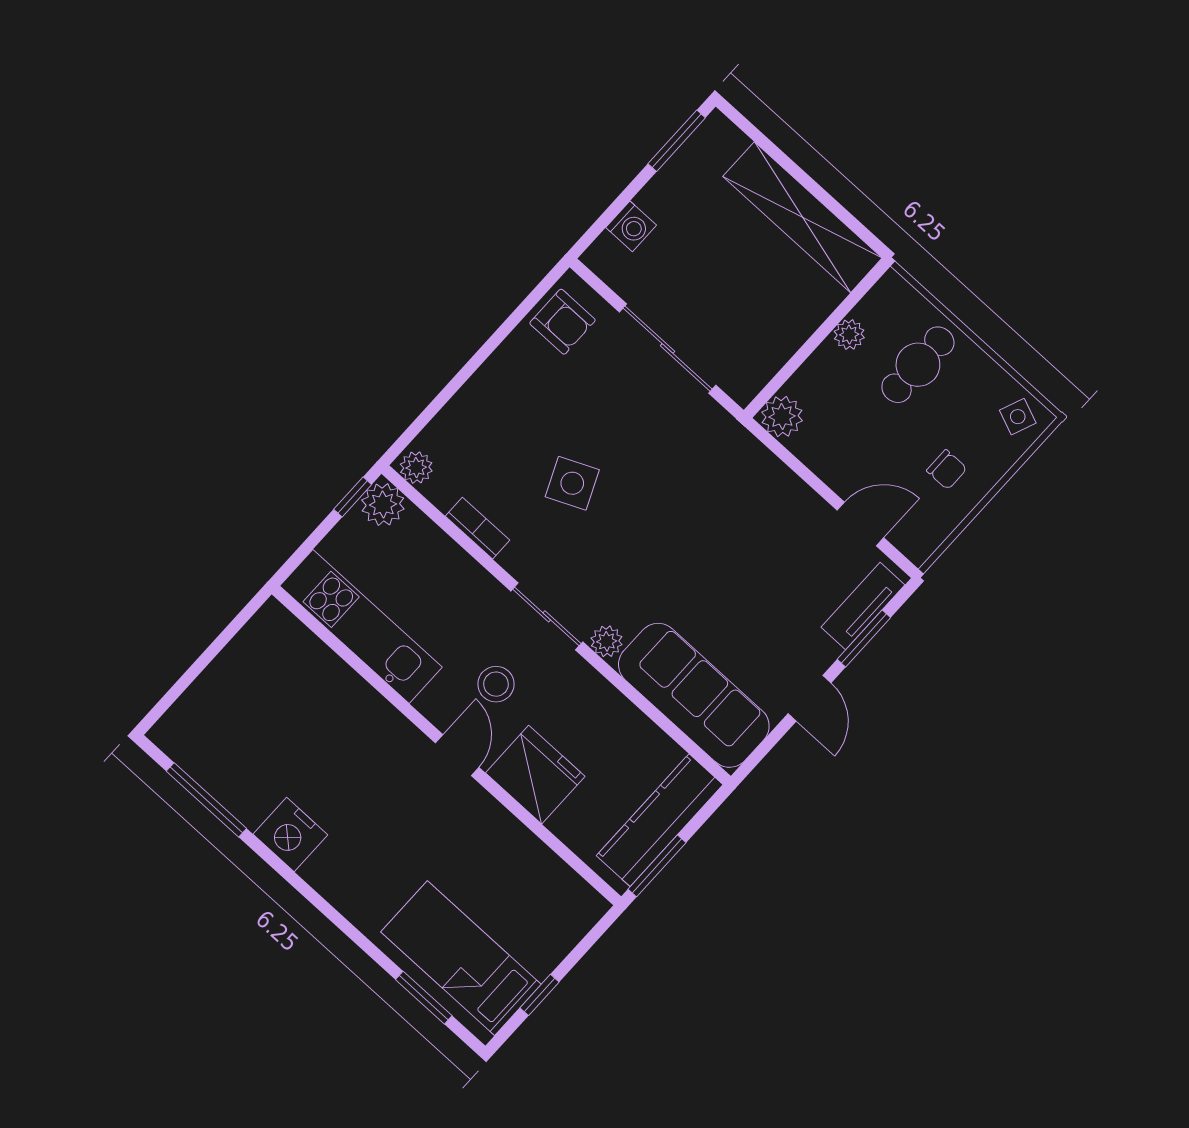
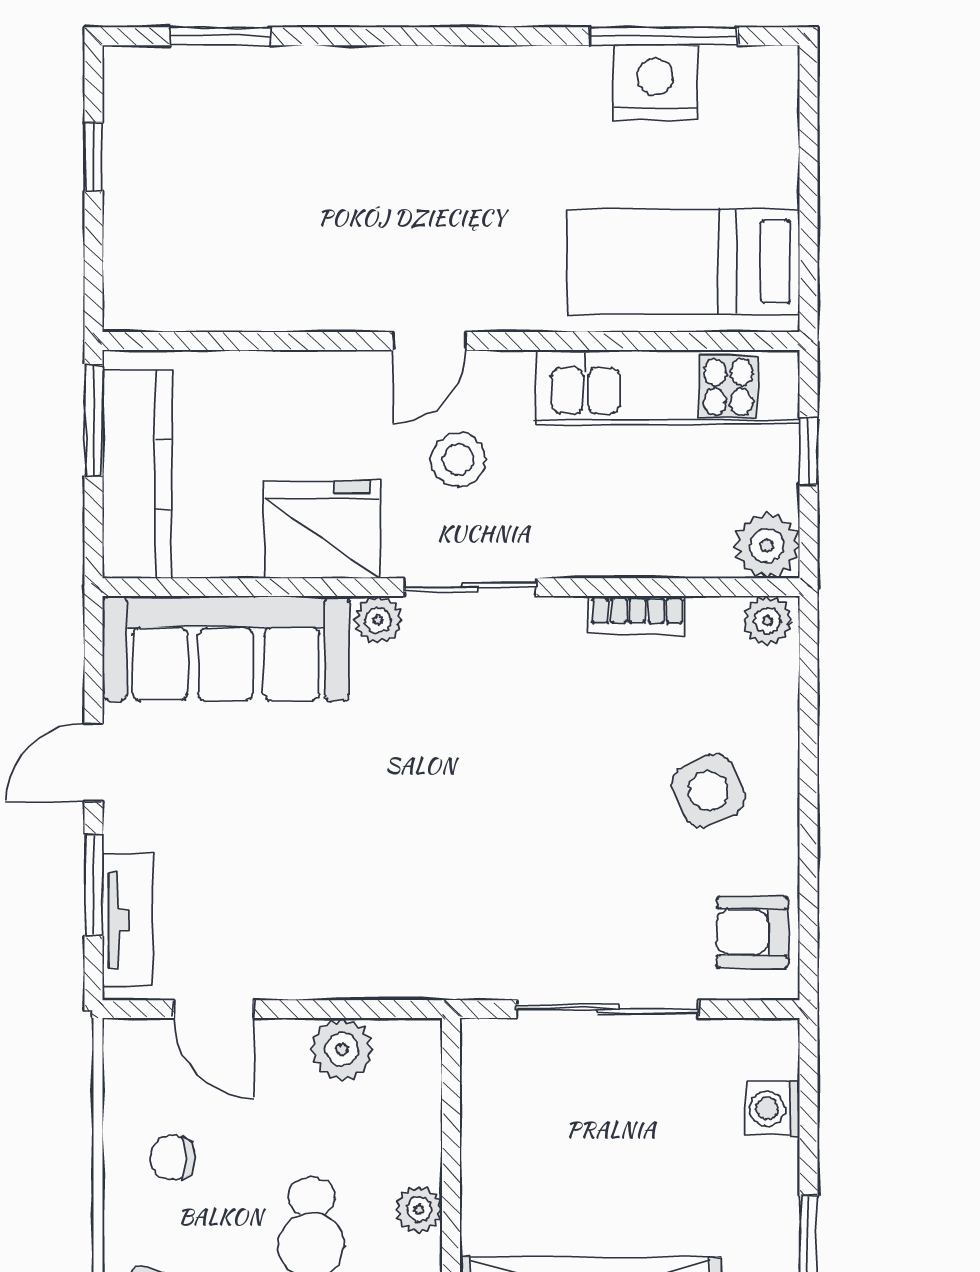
plant: (782, 416) -> (342, 1049), moved
side table: (572, 483) -> (708, 791), moved
window: (353, 497) -> (808, 451), moved
door: (860, 524) -> (214, 1009), hinge flipped
door: (809, 698) -> (94, 763), hinge flipped
door: (457, 755) -> (429, 341), hinge flipped
fridge: (535, 775) -> (322, 530), moved, turned 180
nightstand: (290, 835) -> (655, 83), moved
bed: (461, 958) -> (683, 262), moved, turned 180

